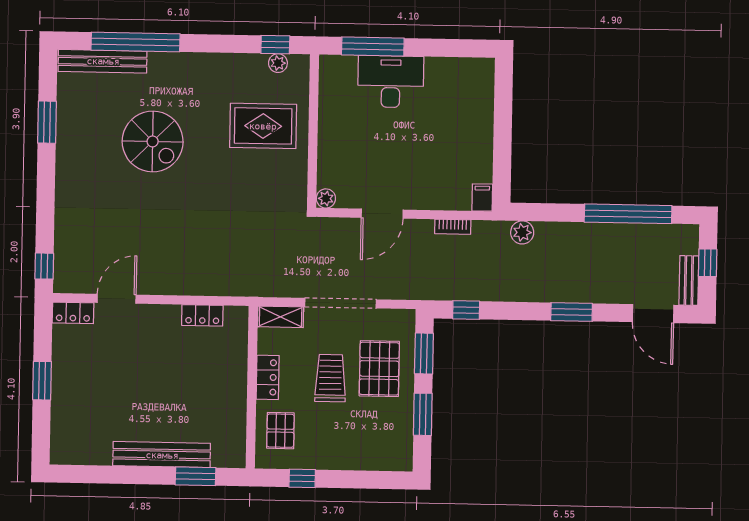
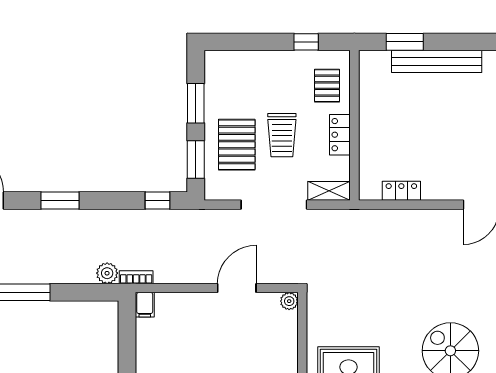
bookcase: (453, 227) -> (136, 277), moved

